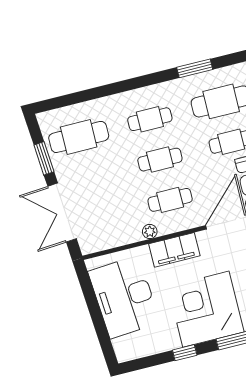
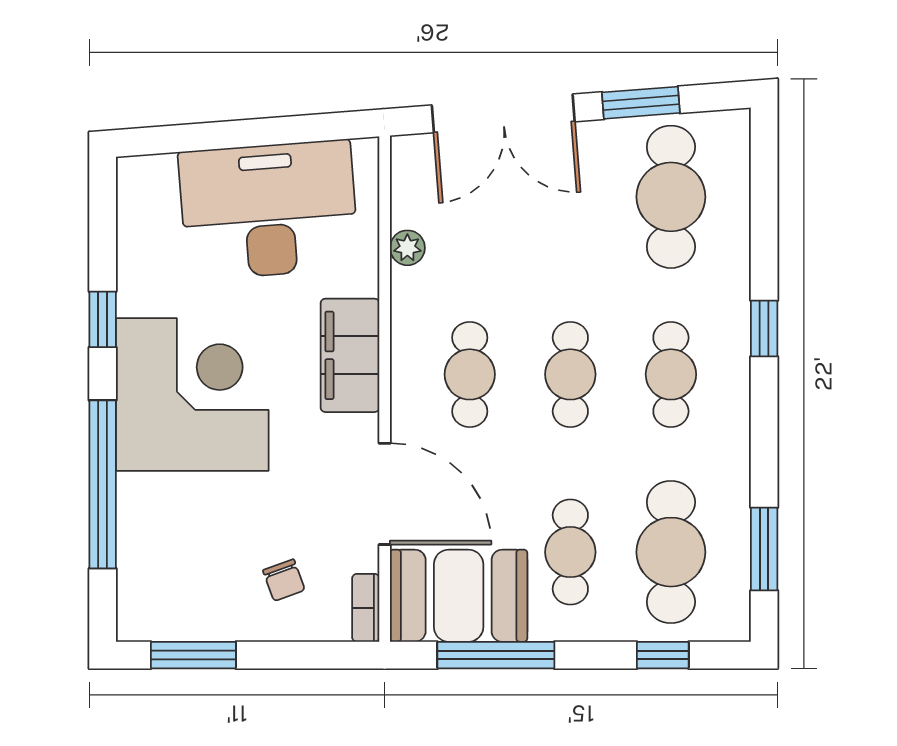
window: (195, 68) -> (764, 549), moved
window: (122, 86) -> (764, 328), added
double door: (62, 213) -> (503, 113), swing flipped
plant: (150, 231) -> (407, 248), moved

